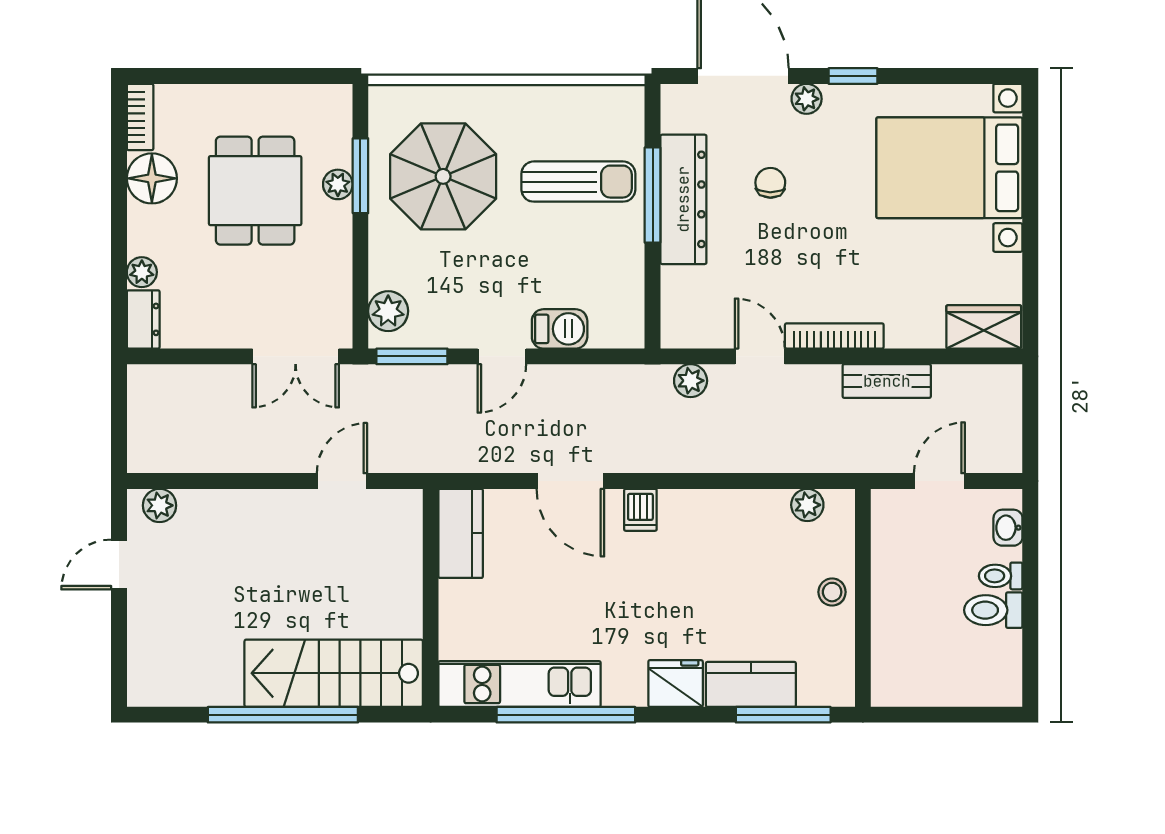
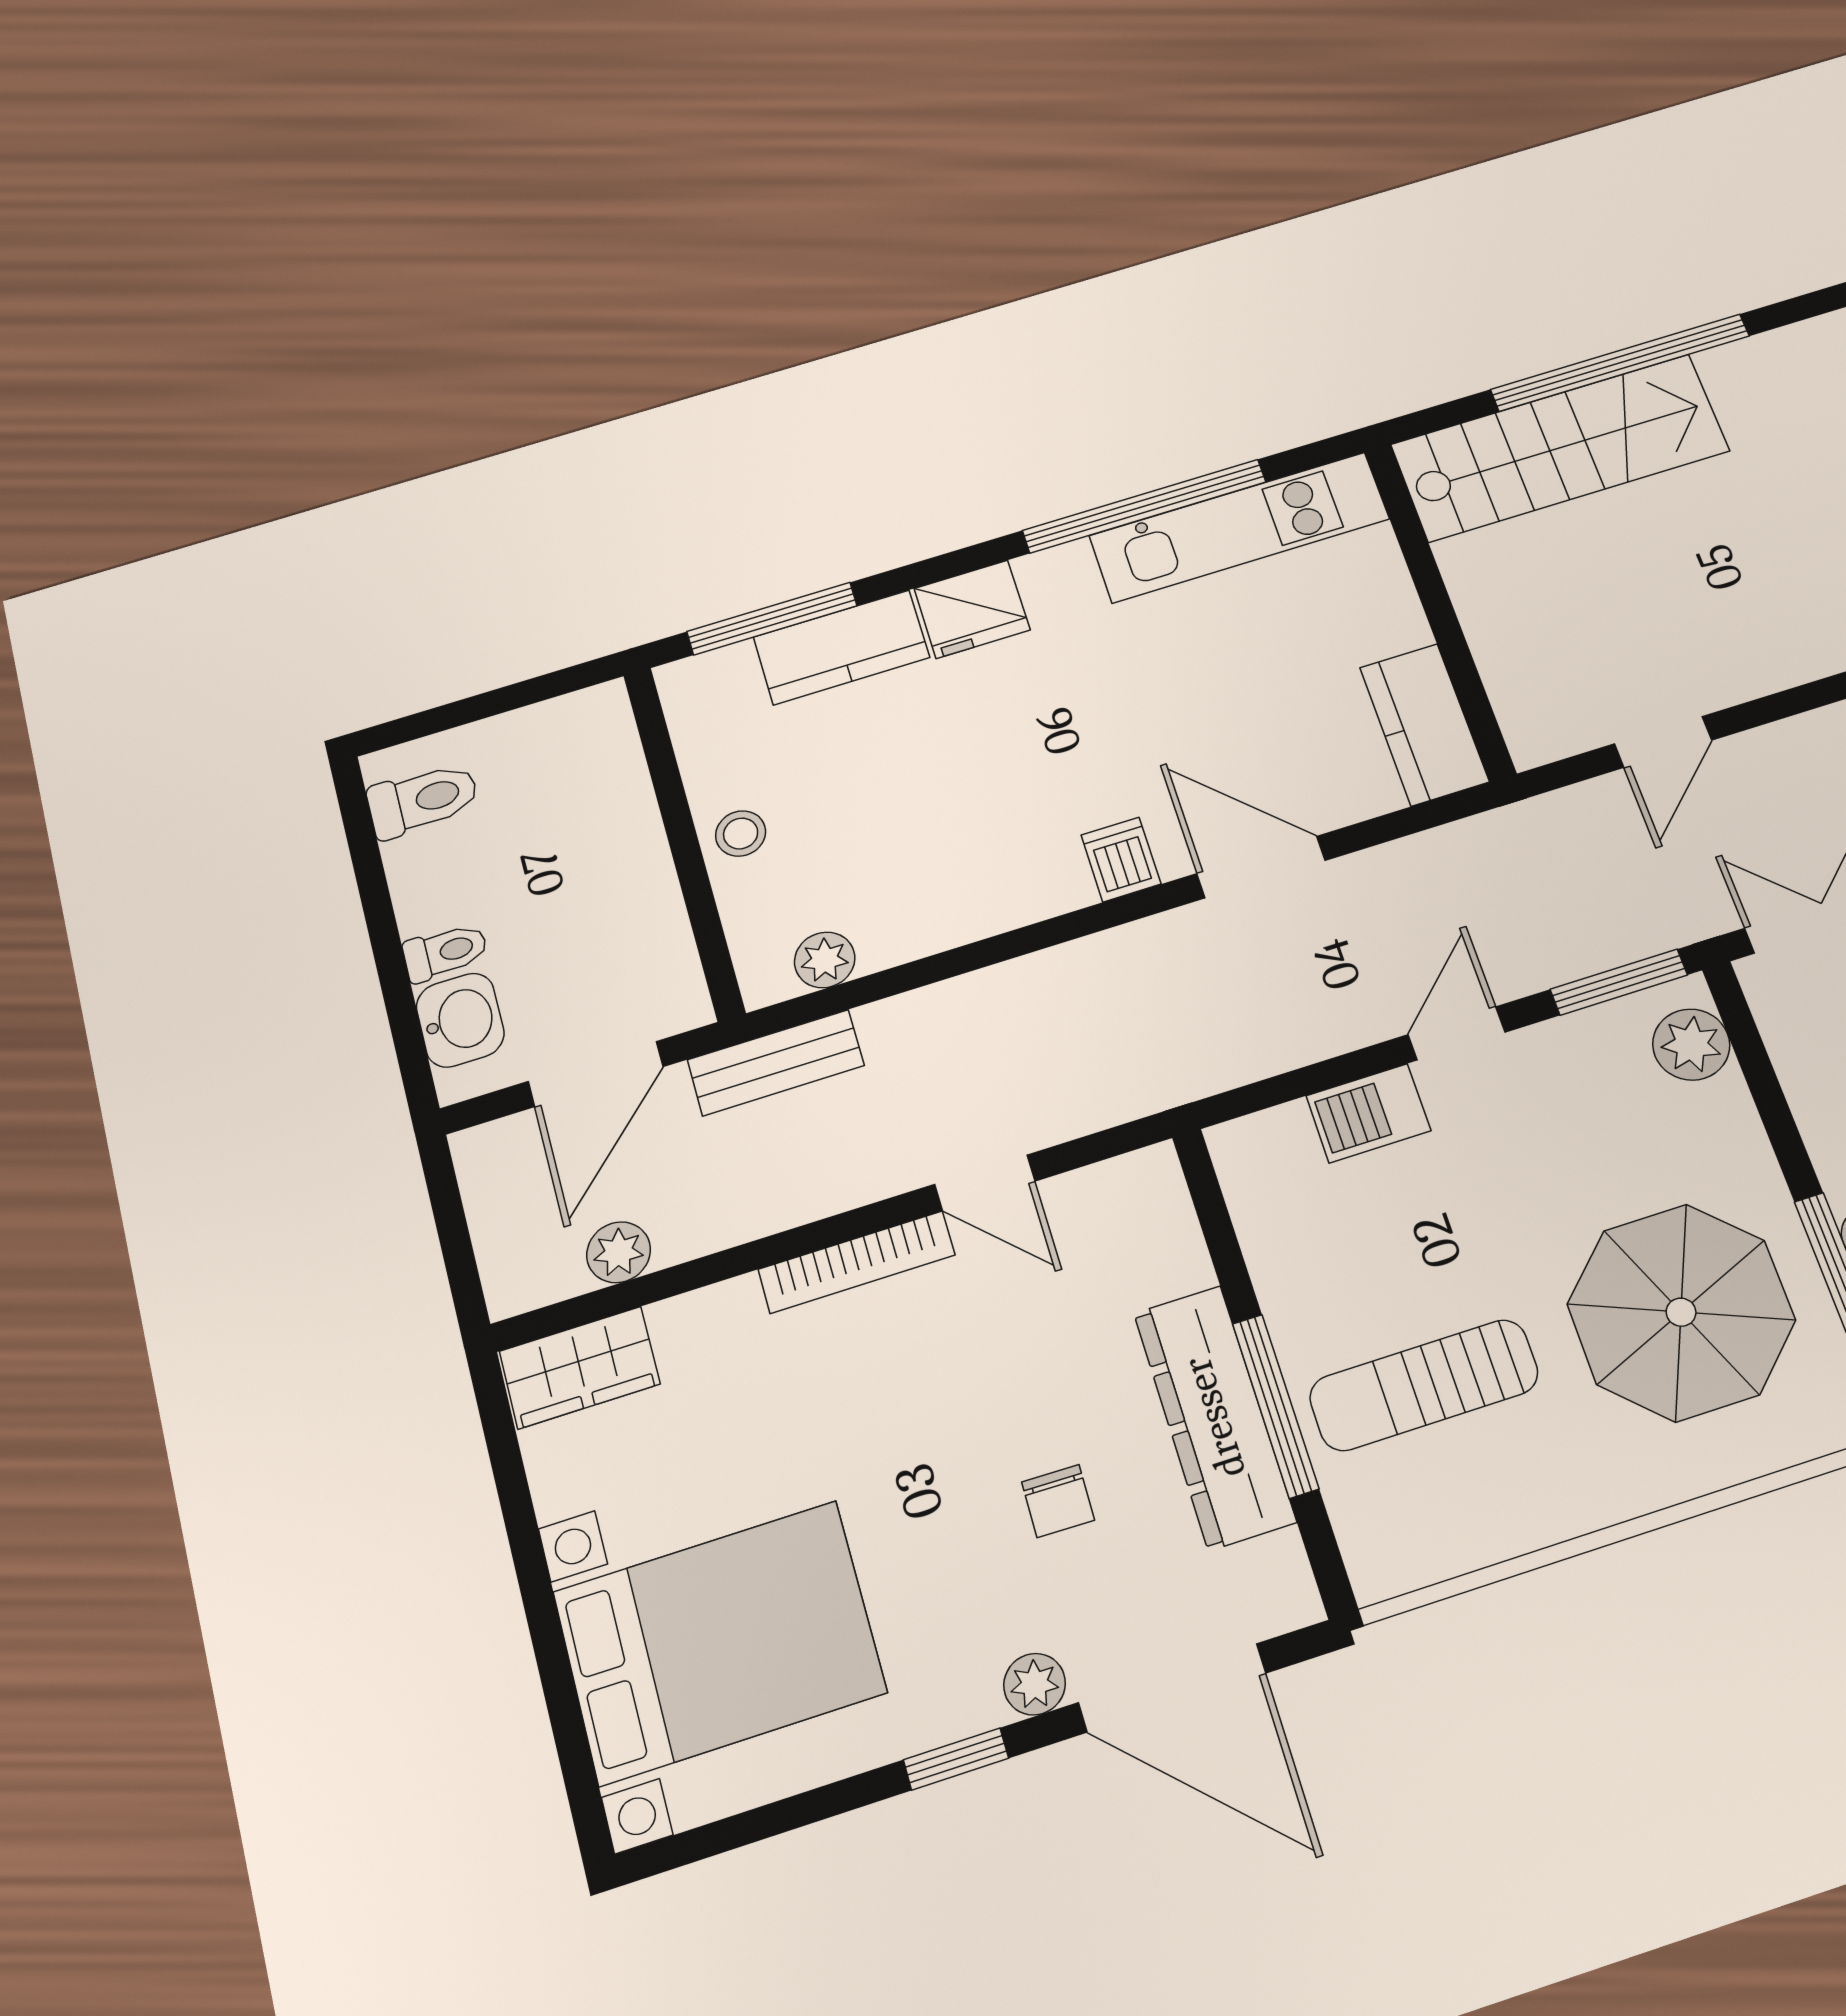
plant: (691, 381) -> (619, 1252), moved
bench: (887, 381) -> (776, 1063), moved
door: (939, 481) -> (596, 1074), width x1.38
washbasin: (1008, 528) -> (460, 1020), width x1.38, depth x1.45
toilet: (993, 610) -> (423, 800), moved

